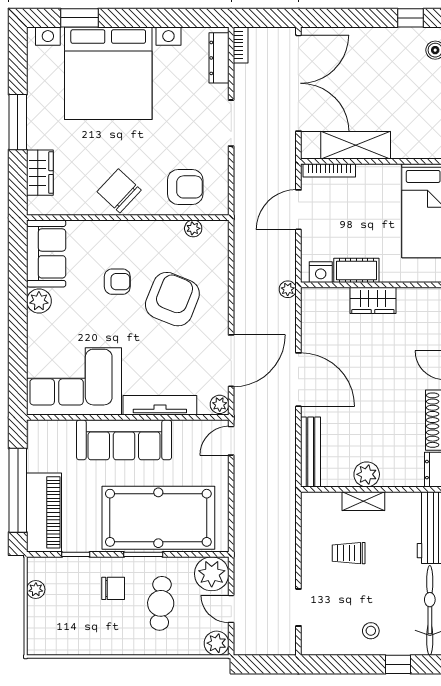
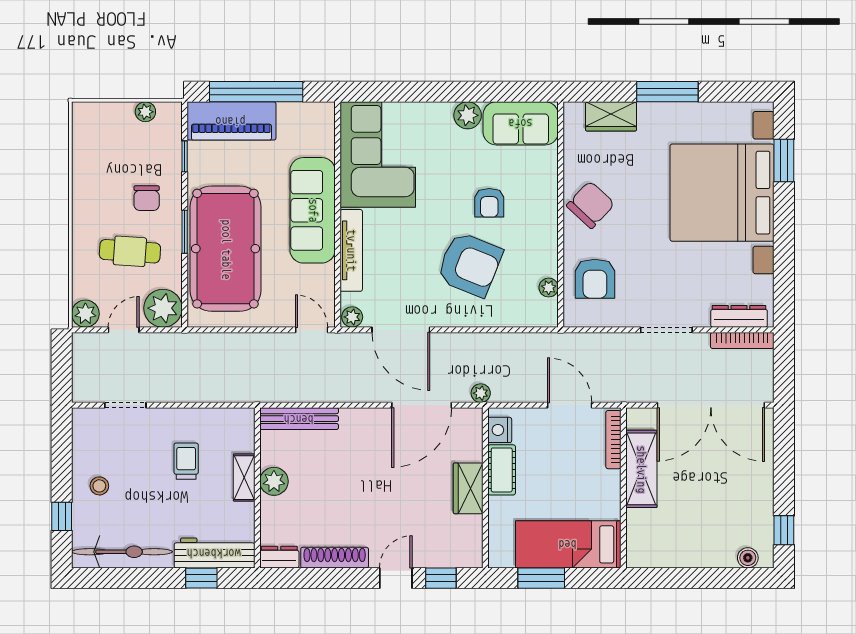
bookcase: (241, 45) -> (742, 340), width x1.56
door: (298, 380) -> (422, 405), moved

